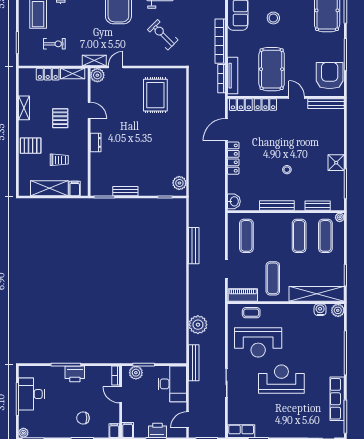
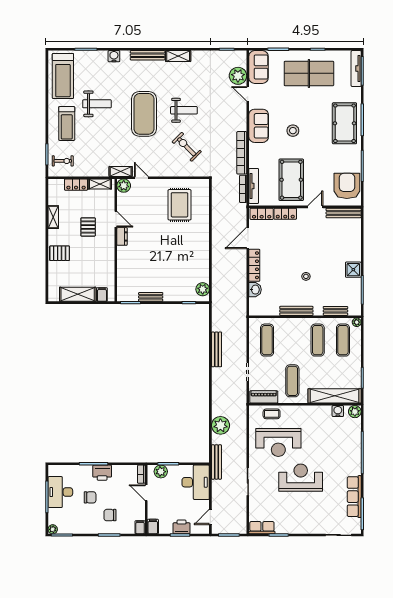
exercise bike: (54, 44) -> (63, 161), moved
door: (116, 67) -> (141, 178), hinge flipped
door: (297, 97) -> (315, 207), hinge flipped
dresser: (96, 142) -> (122, 236), moved
trolley: (59, 160) -> (87, 267), removed
washbasin: (234, 201) -> (255, 290), moved
chair: (62, 400) -> (90, 497), added

